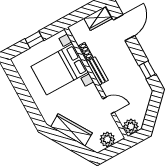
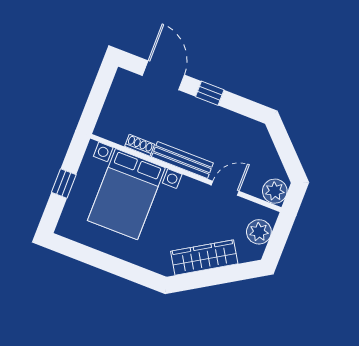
wardrobe: (98, 18) -> (121, 91), removed
window: (147, 70) -> (210, 93), moved
bench: (97, 71) -> (182, 160), width x1.36

